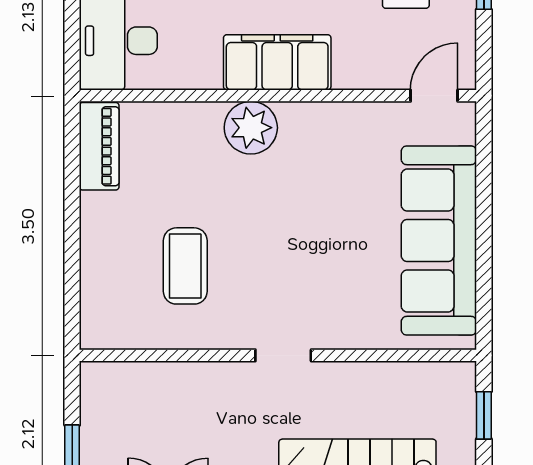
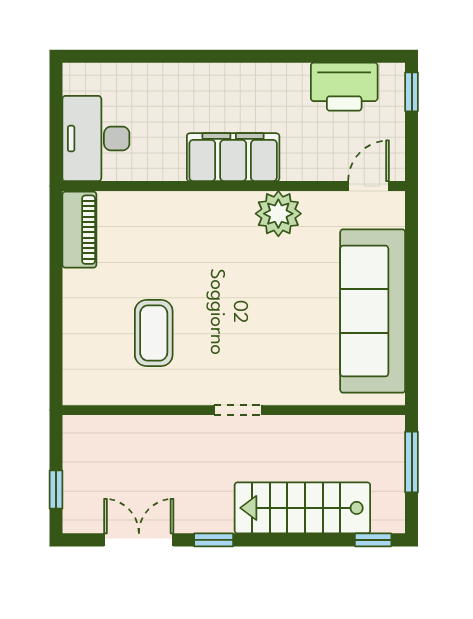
plant: (251, 128) -> (278, 214), moved
window: (484, 415) -> (412, 462), width x1.50

